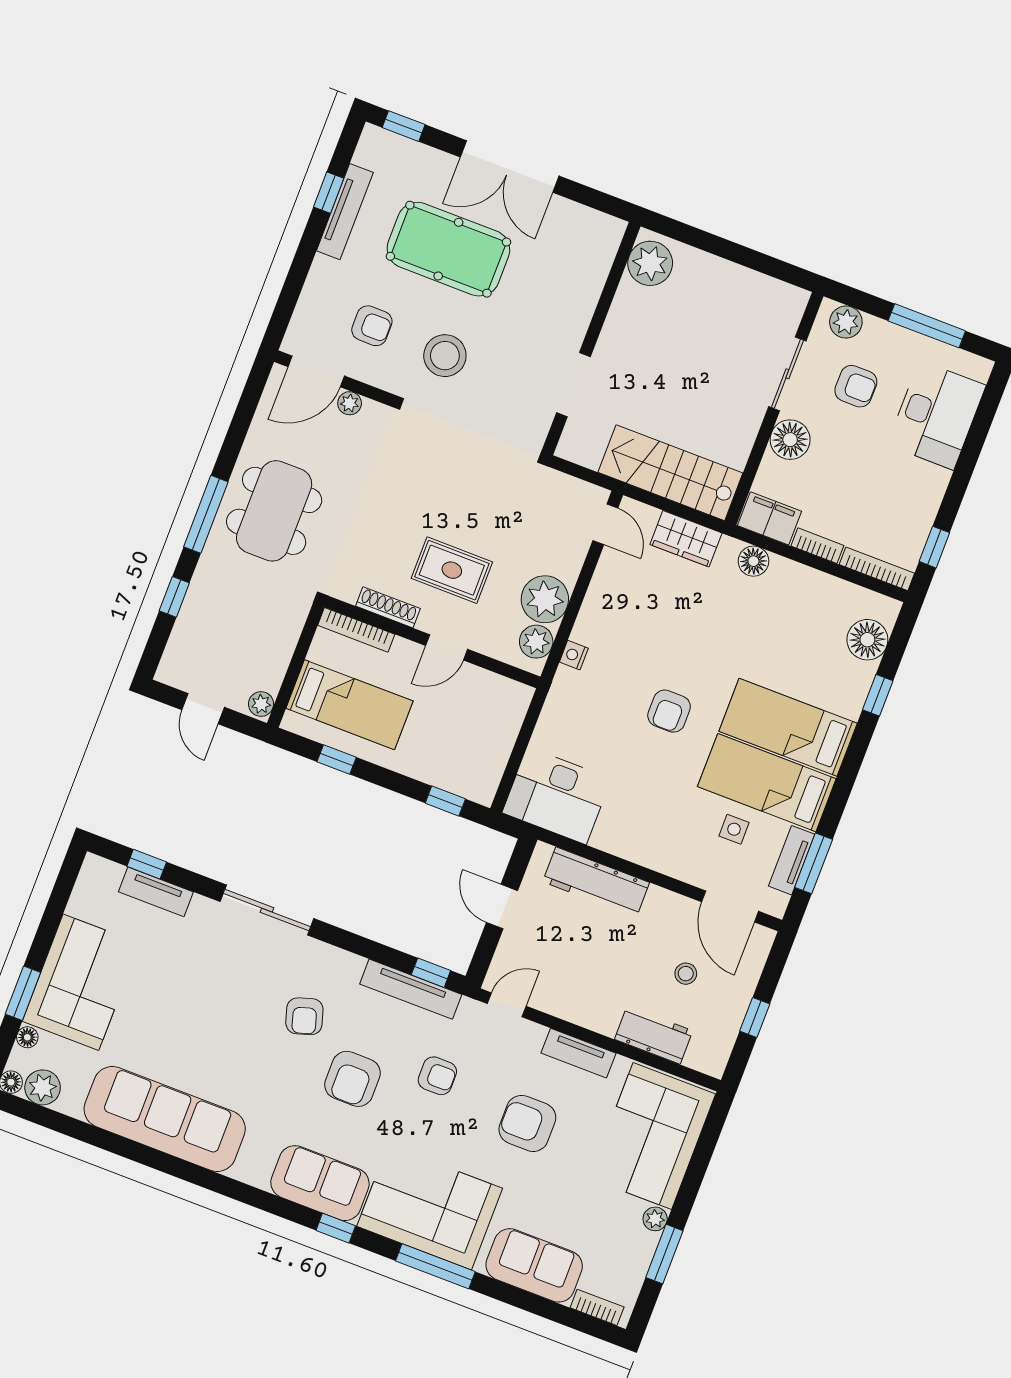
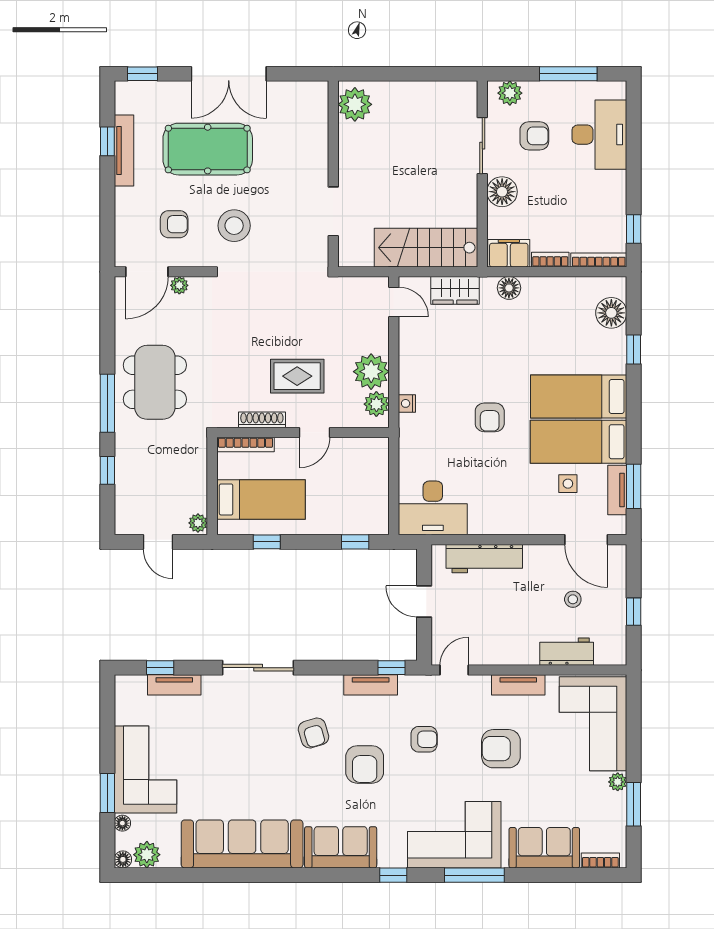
tv unit: (411, 989) -> (371, 685), width x0.71
sofa: (320, 1183) -> (341, 847), moved

